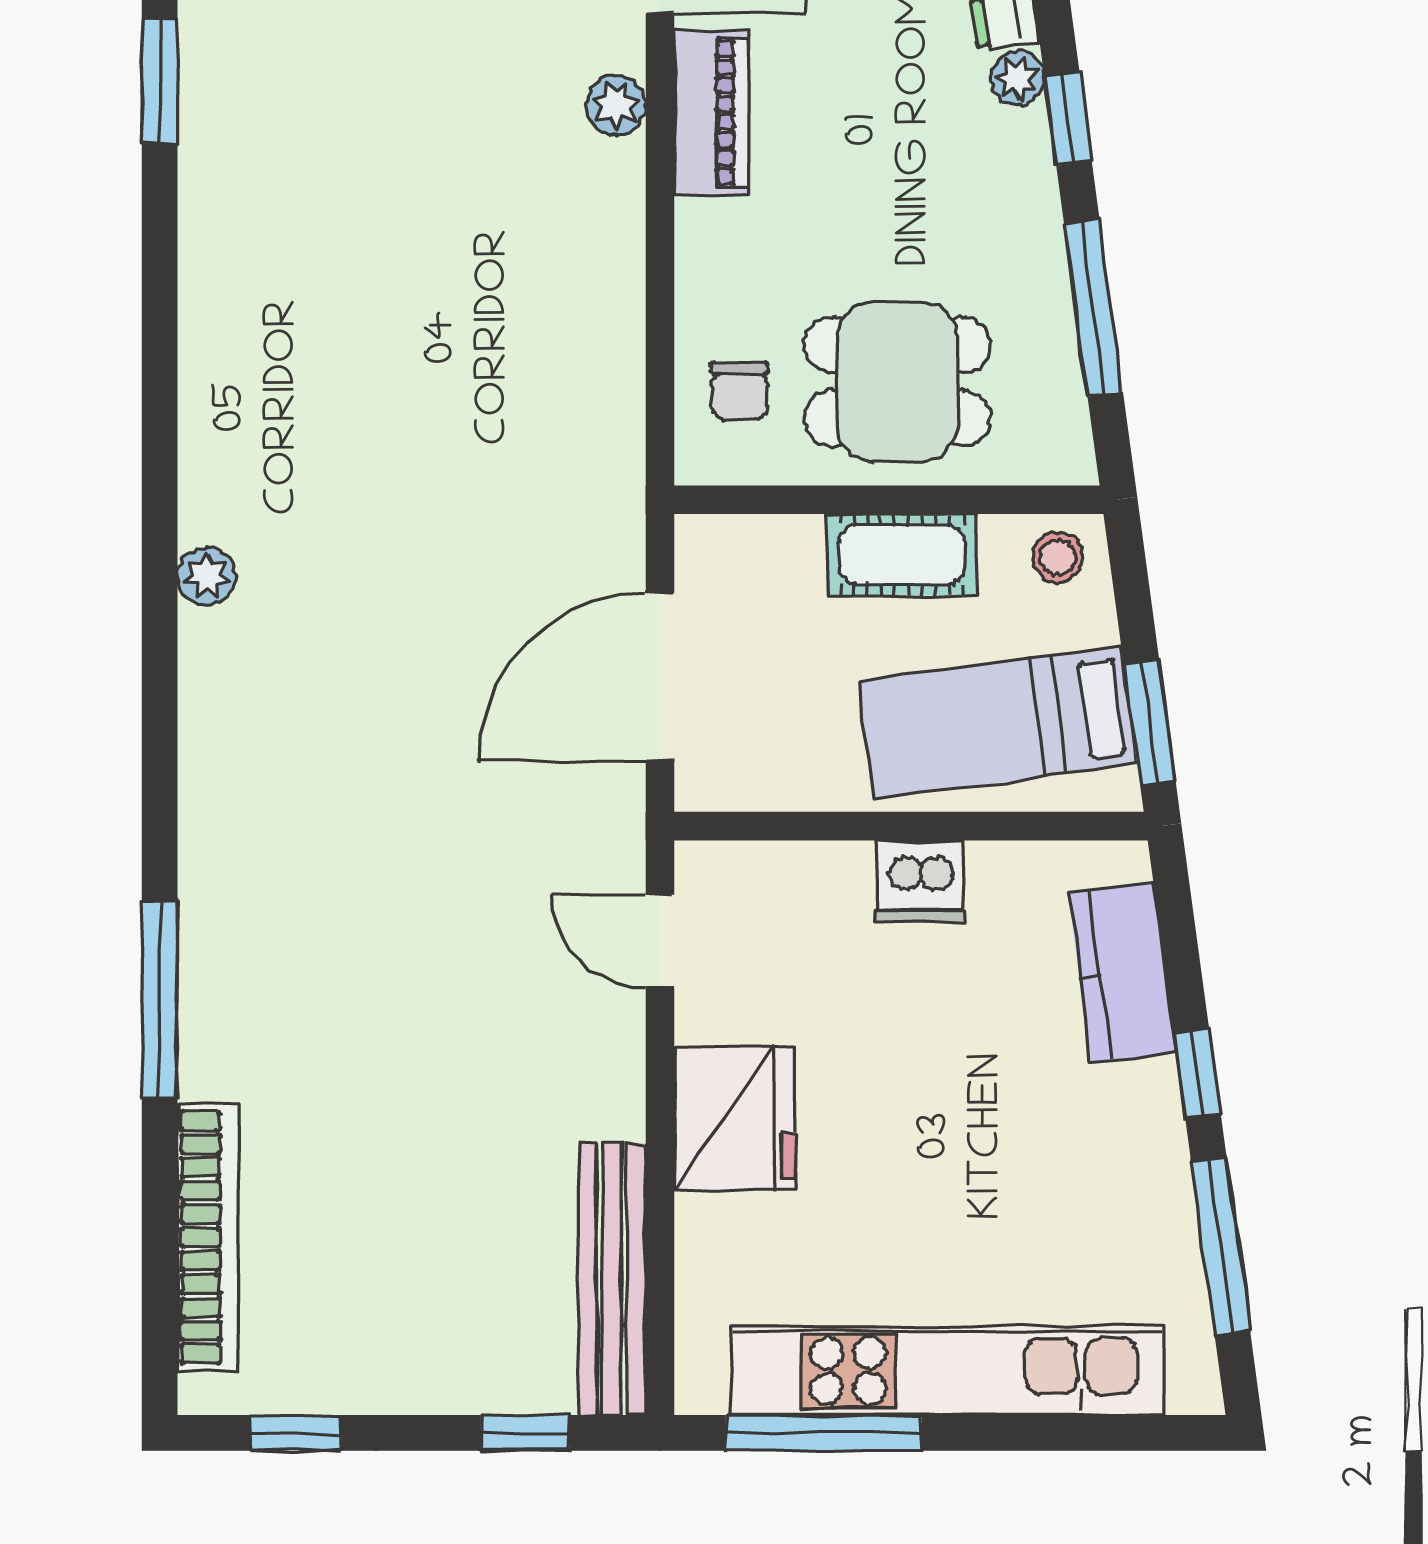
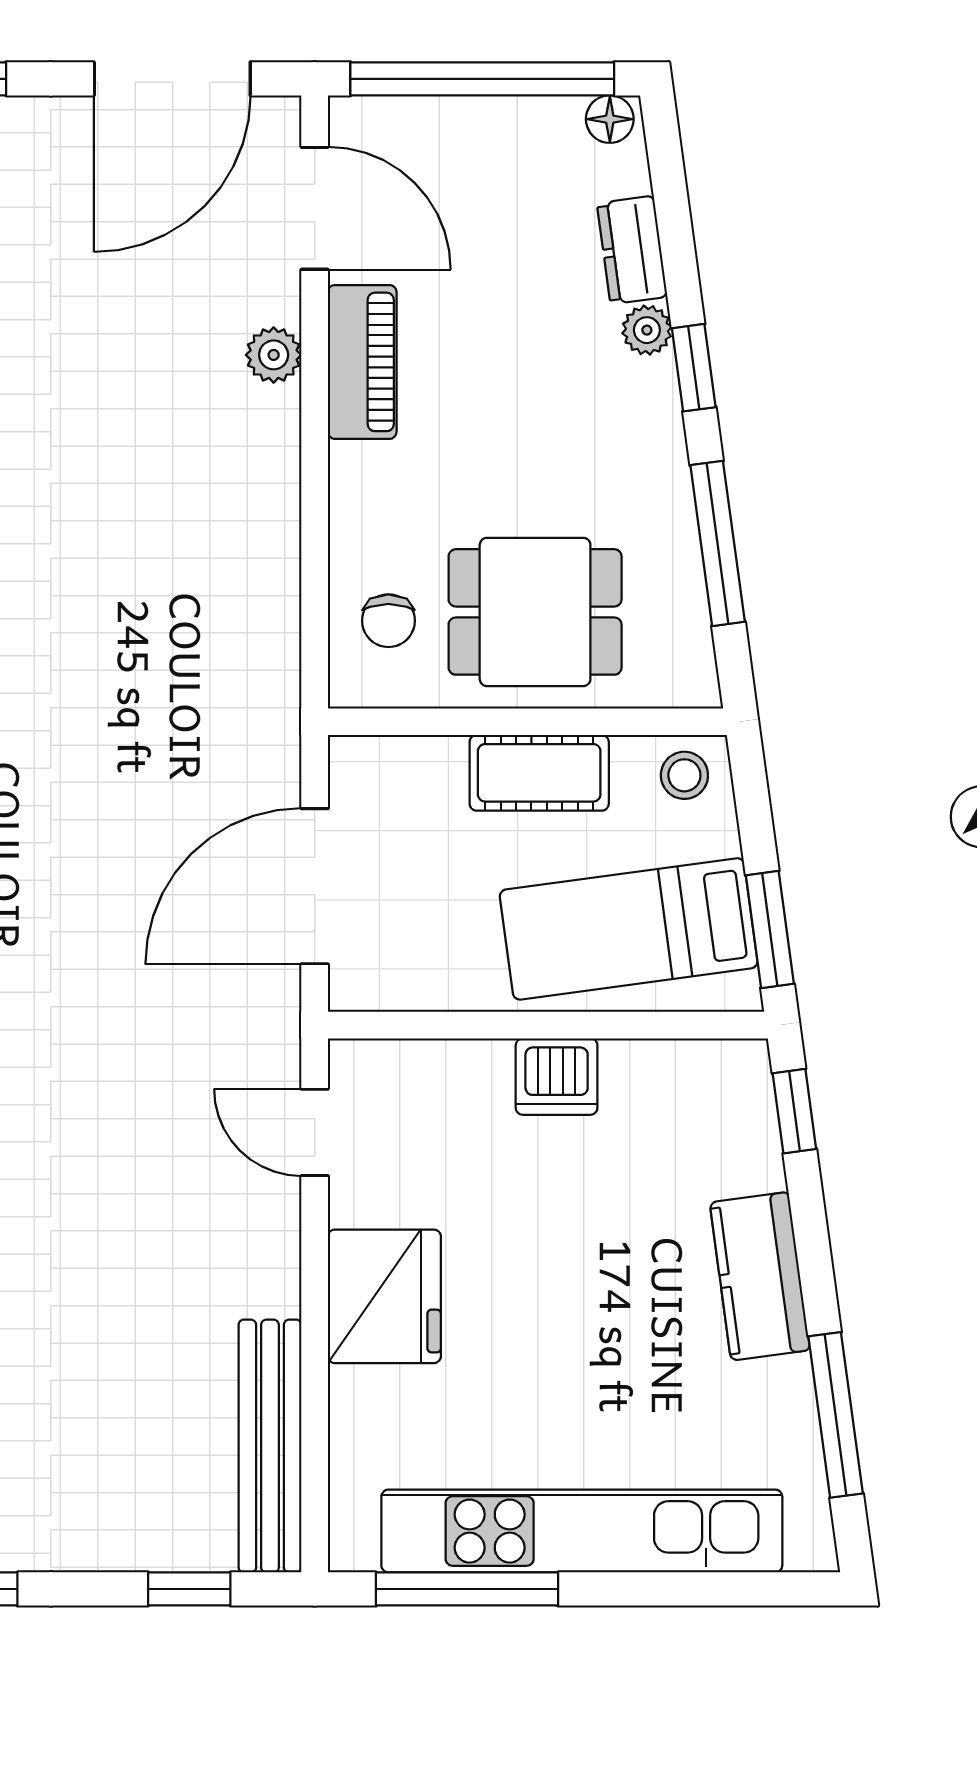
kitchen counter: (1122, 973) -> (760, 1276), moved
window: (1197, 1073) -> (794, 1111), moved

